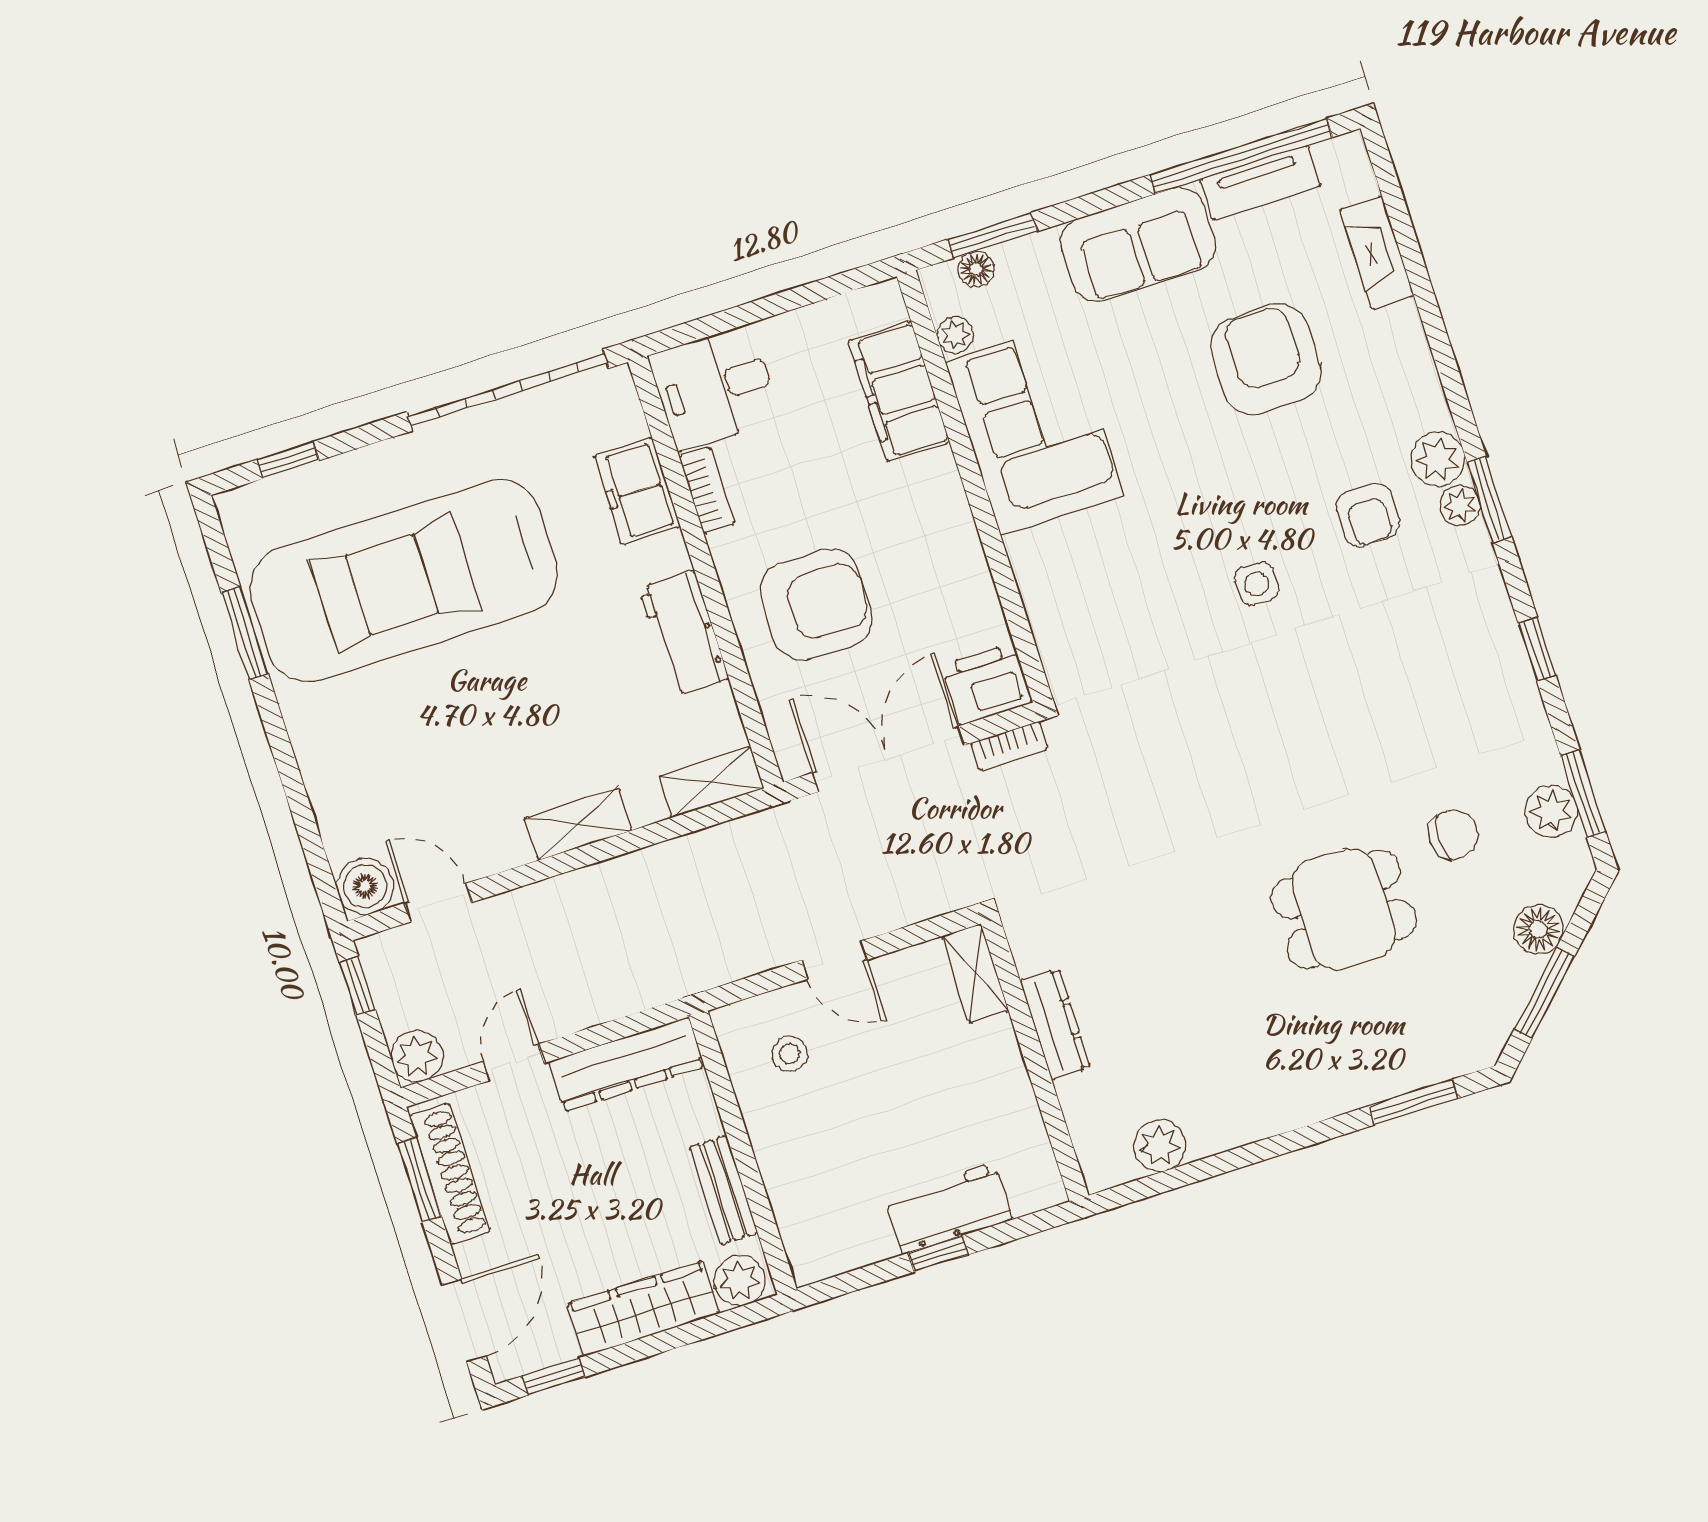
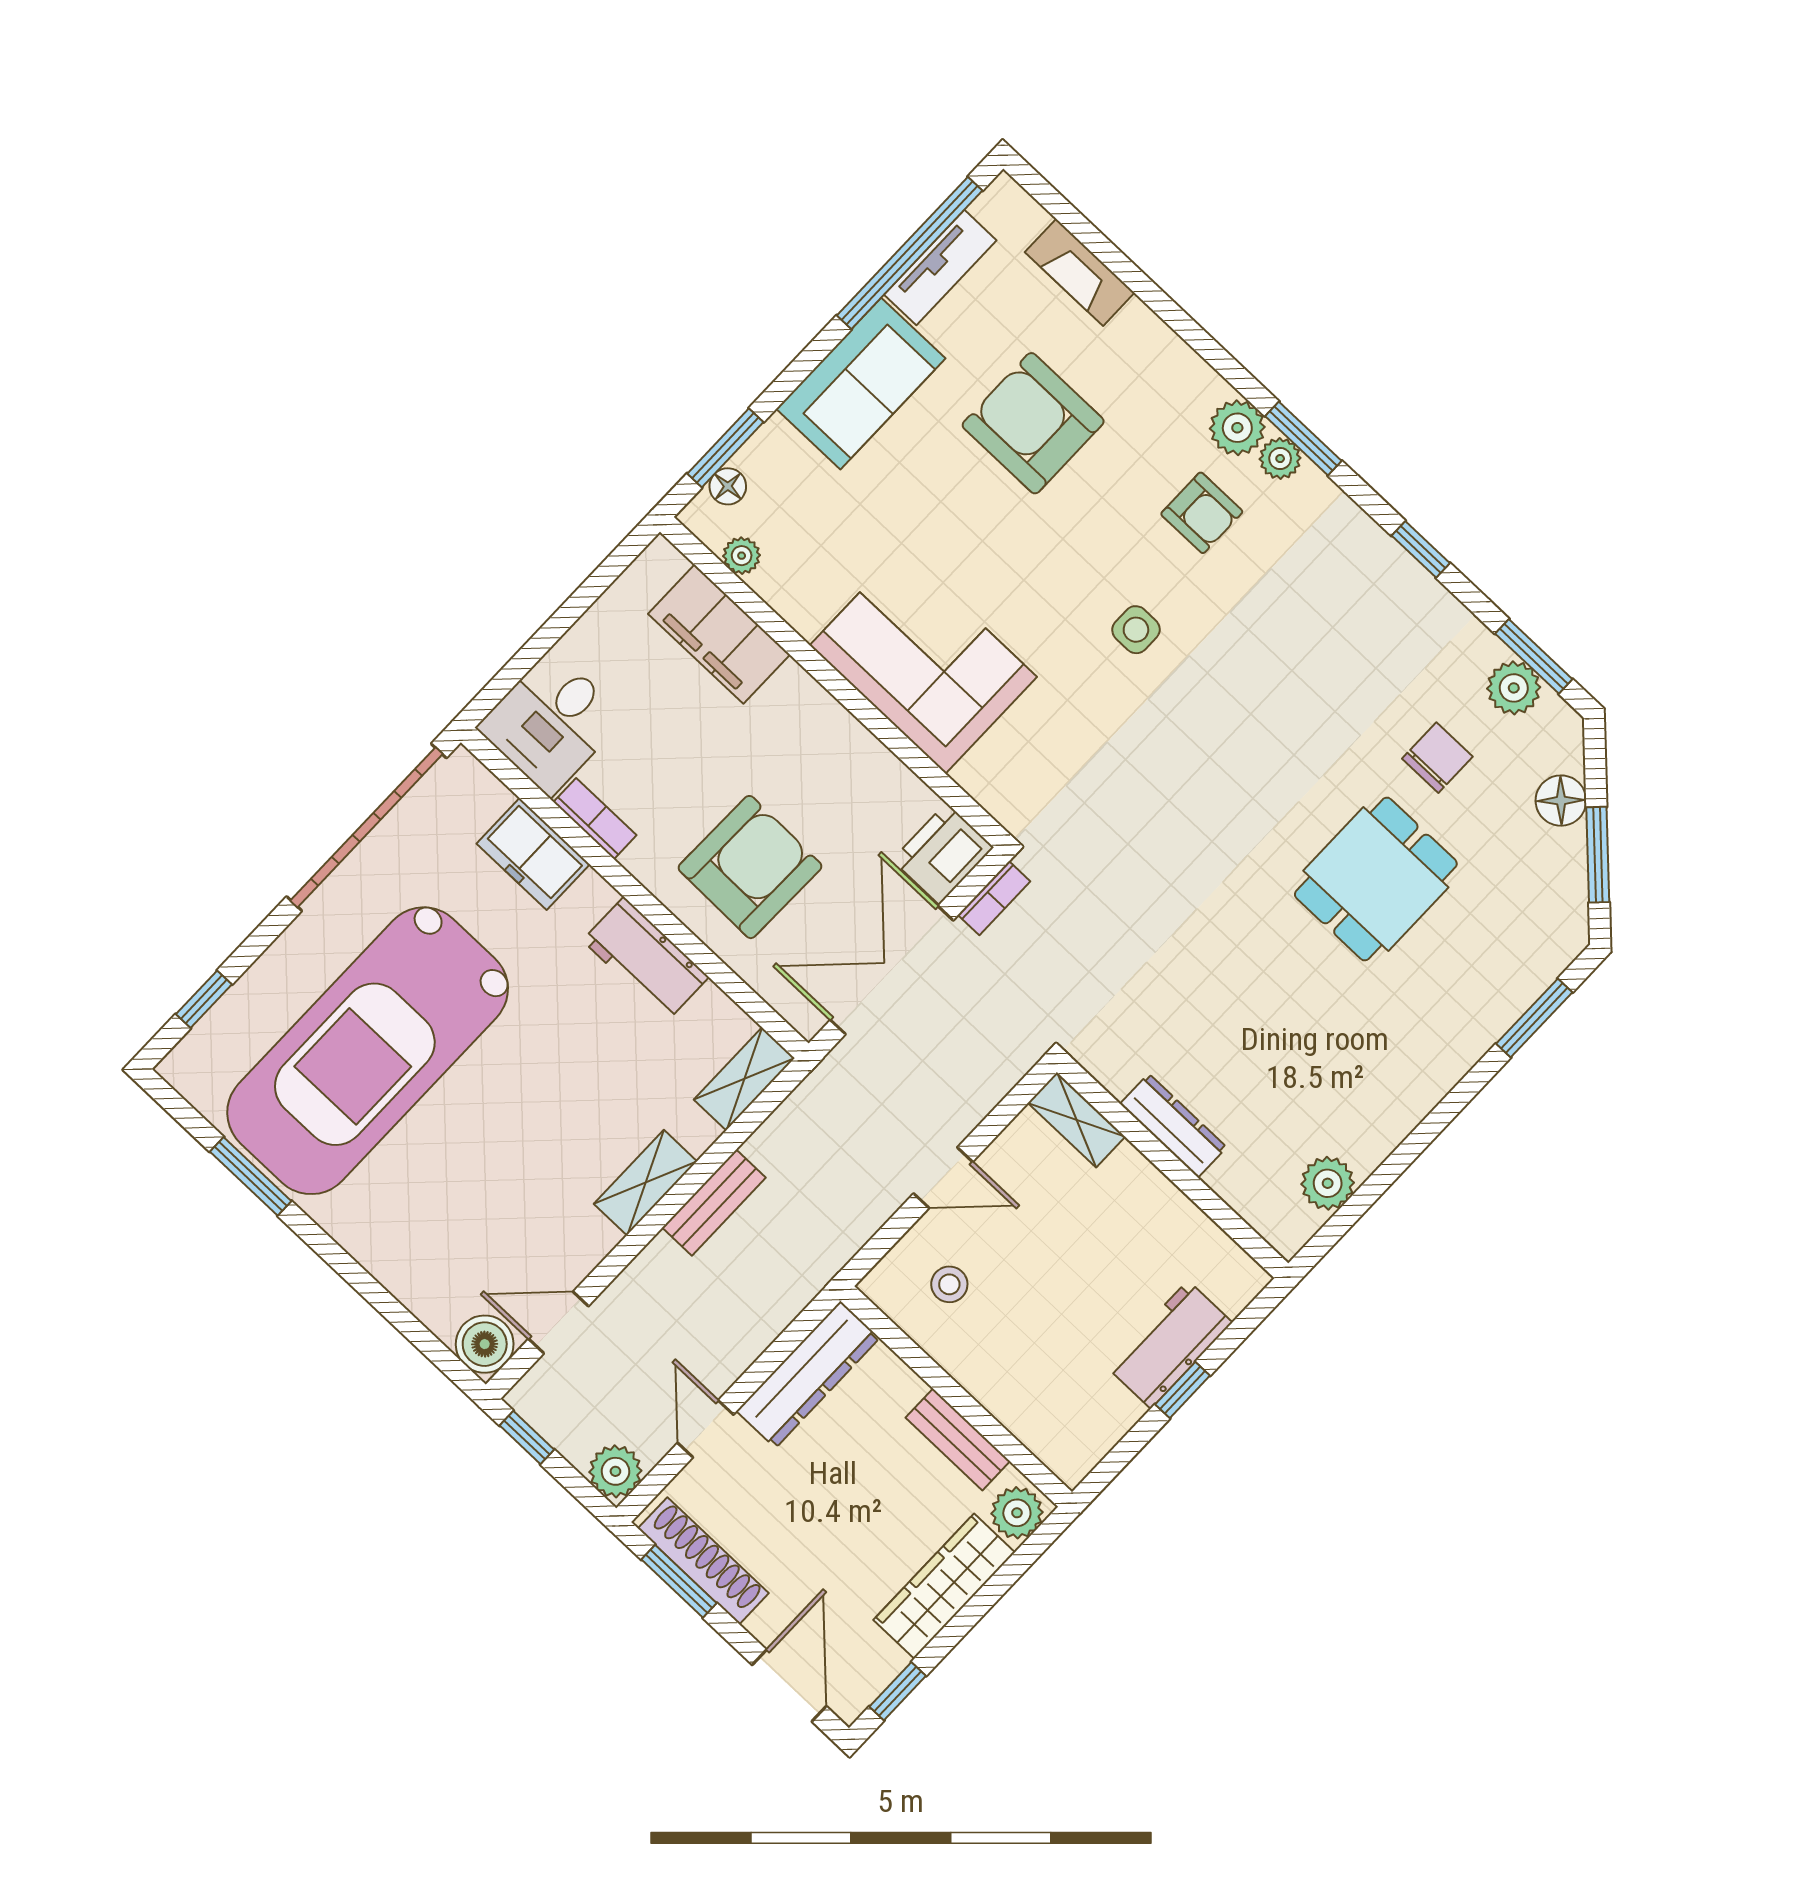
corner sofa: (1034, 429) -> (923, 661), moved
bench: (627, 873) -> (714, 1203), added

